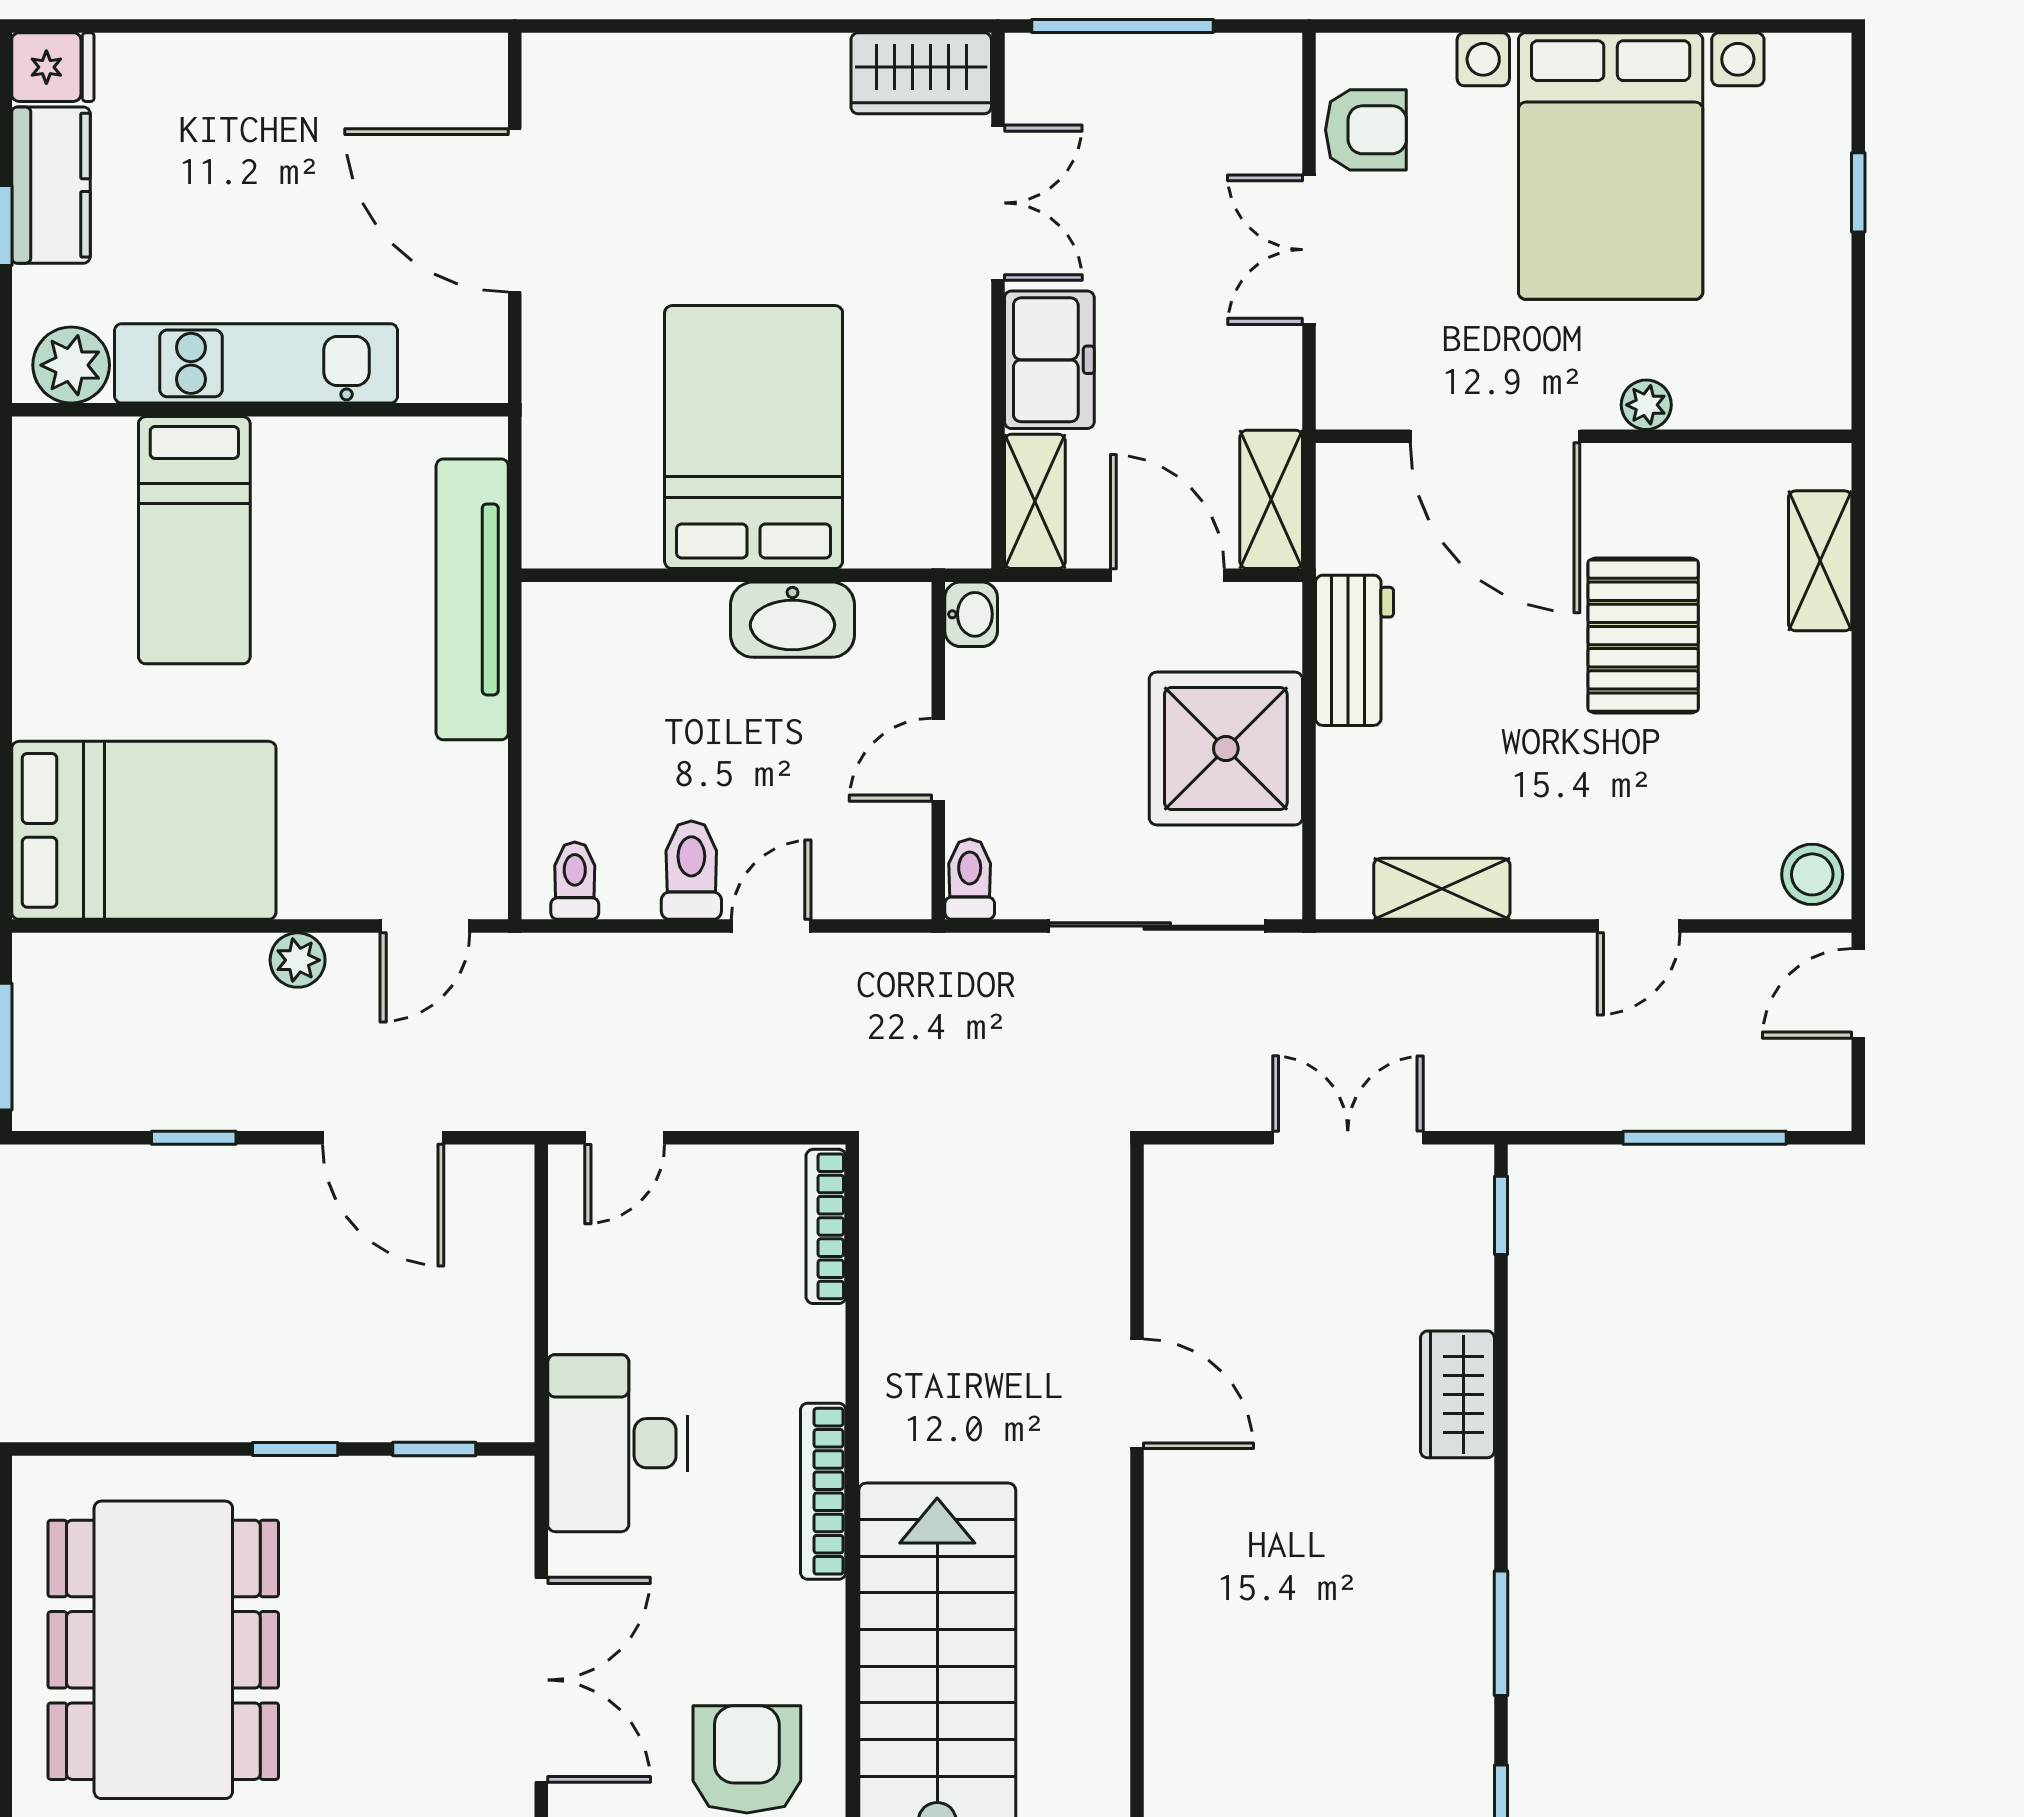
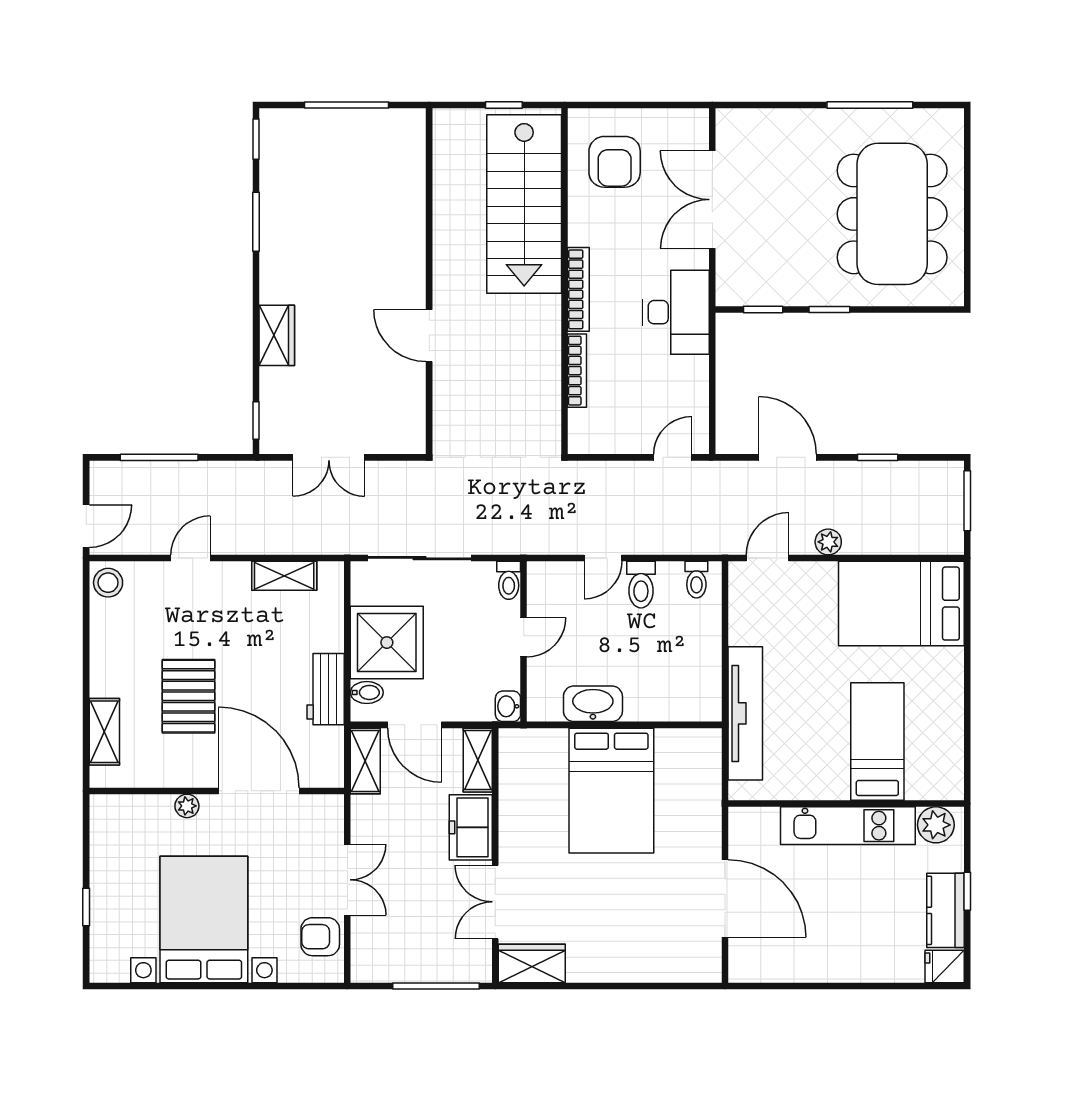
bidet: (1268, 643) -> (367, 692), added
bookcase: (826, 1226) -> (577, 371), moved

